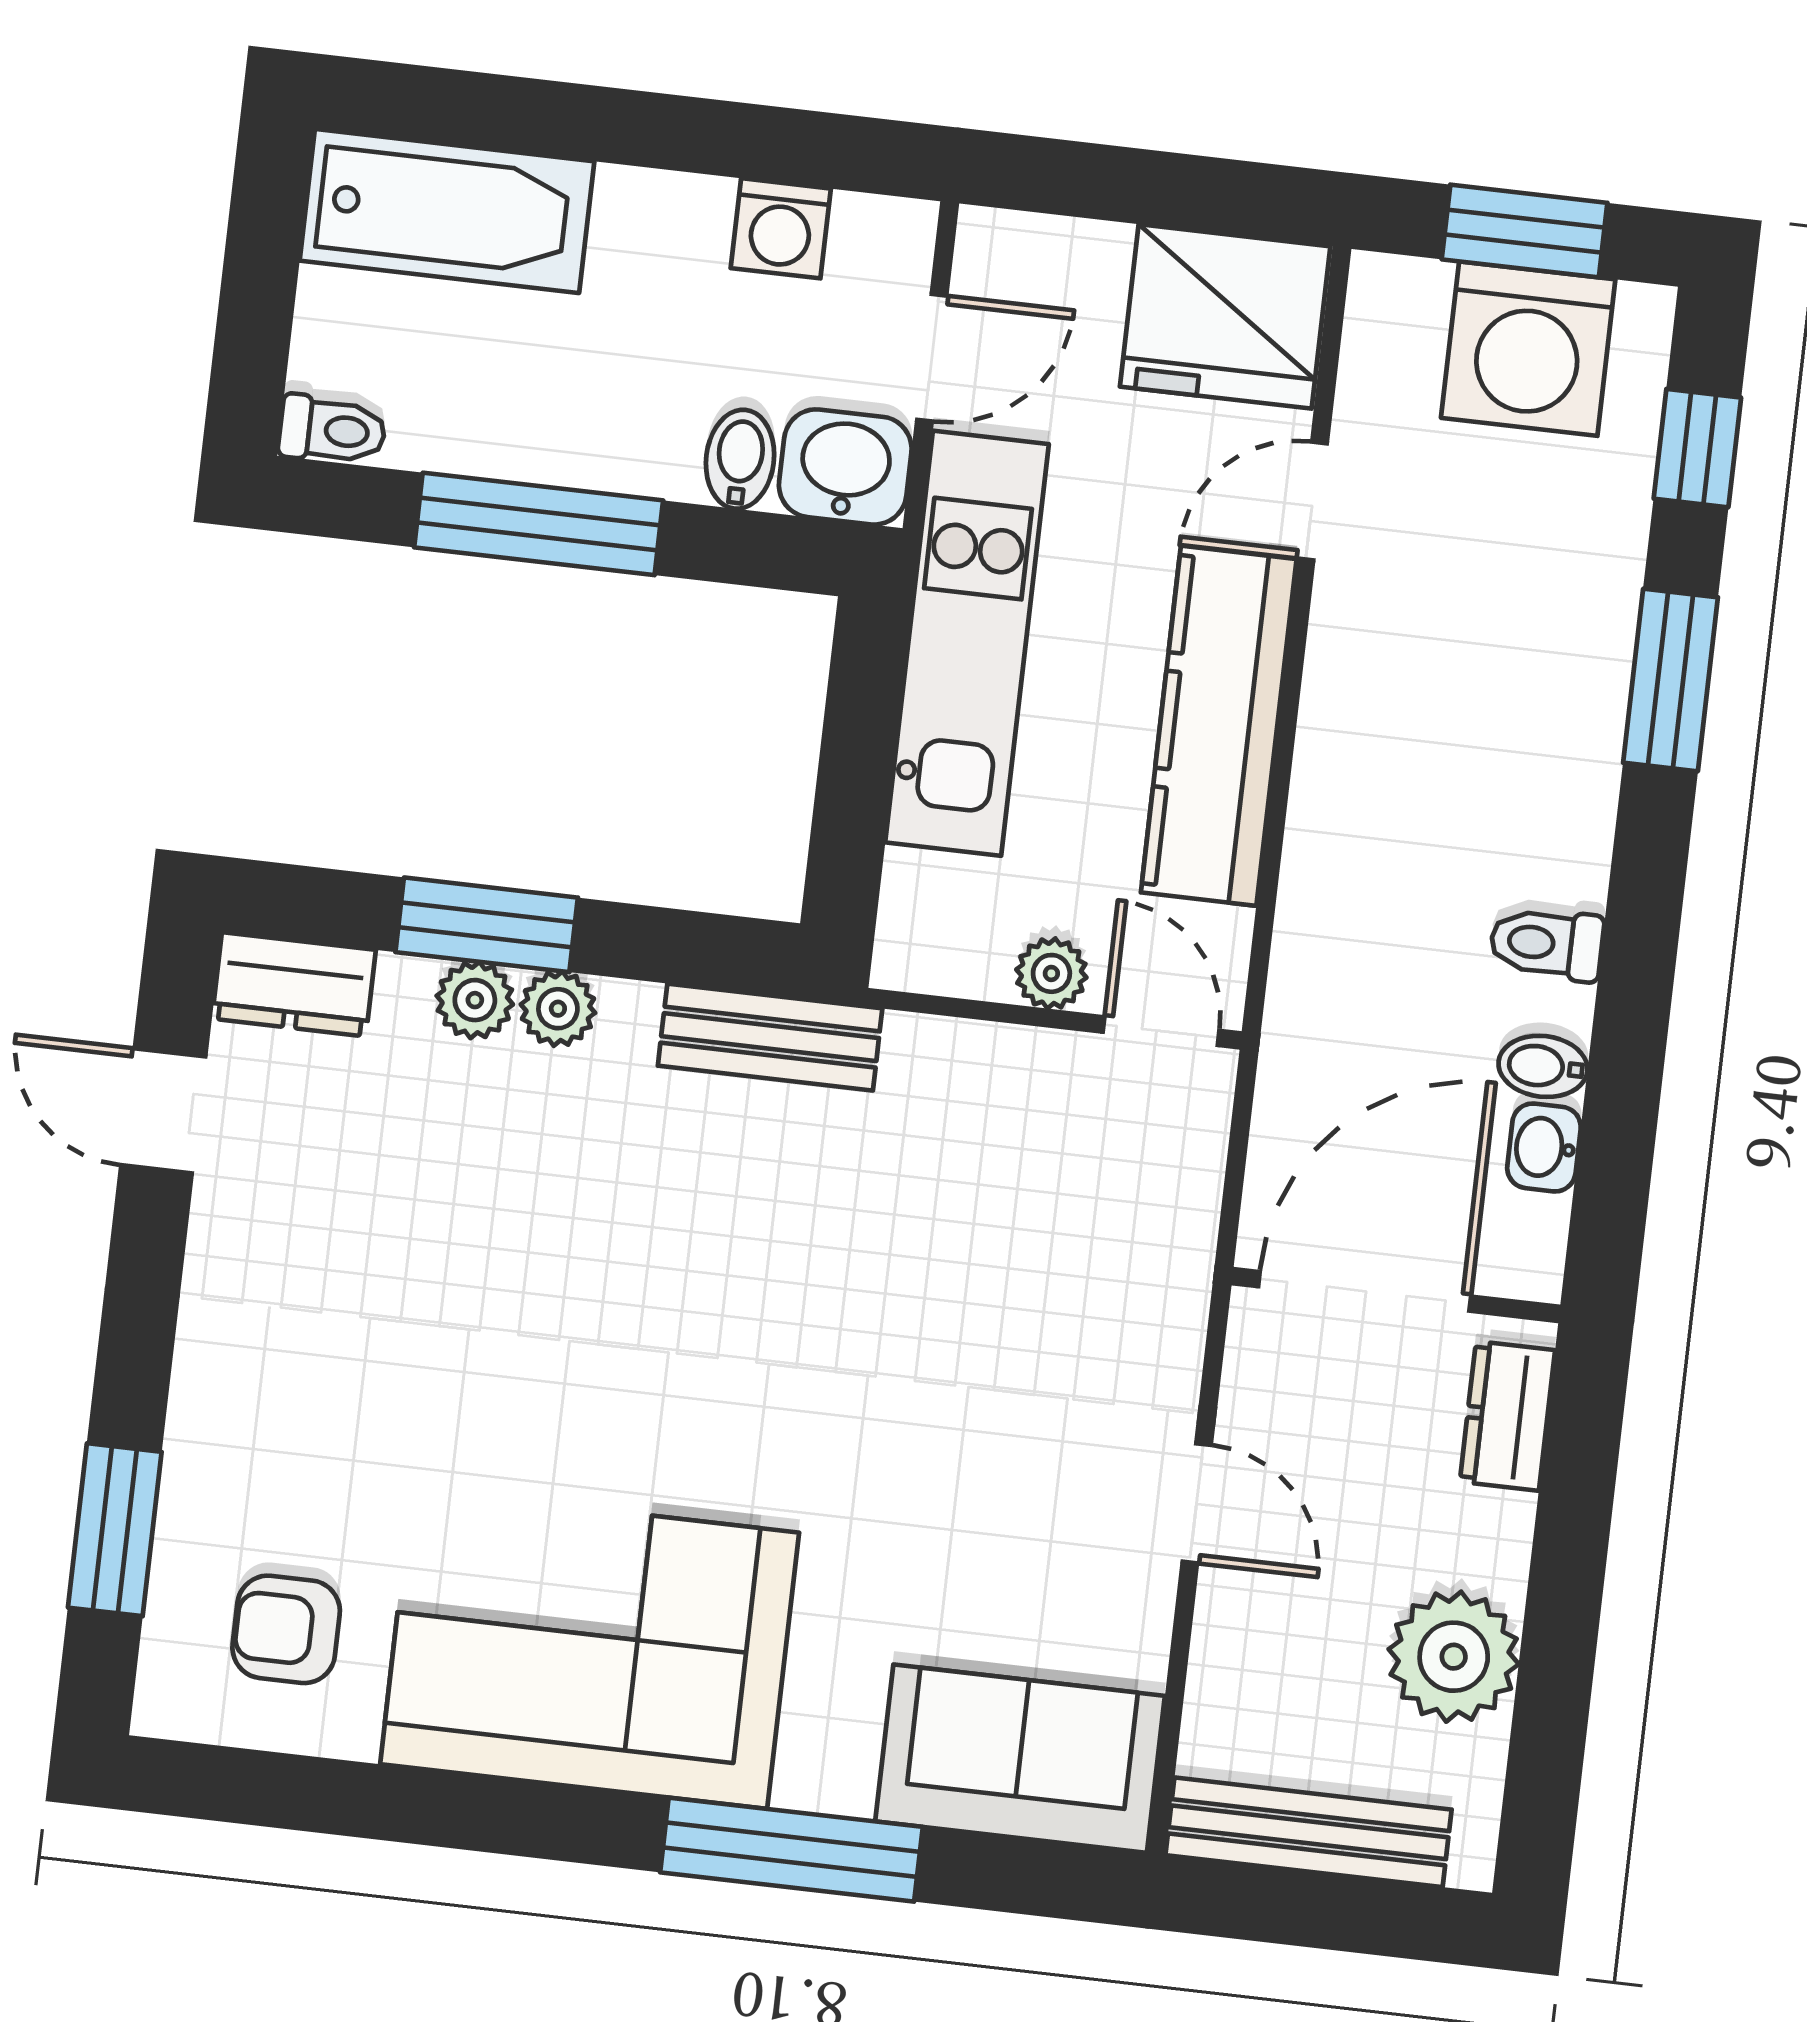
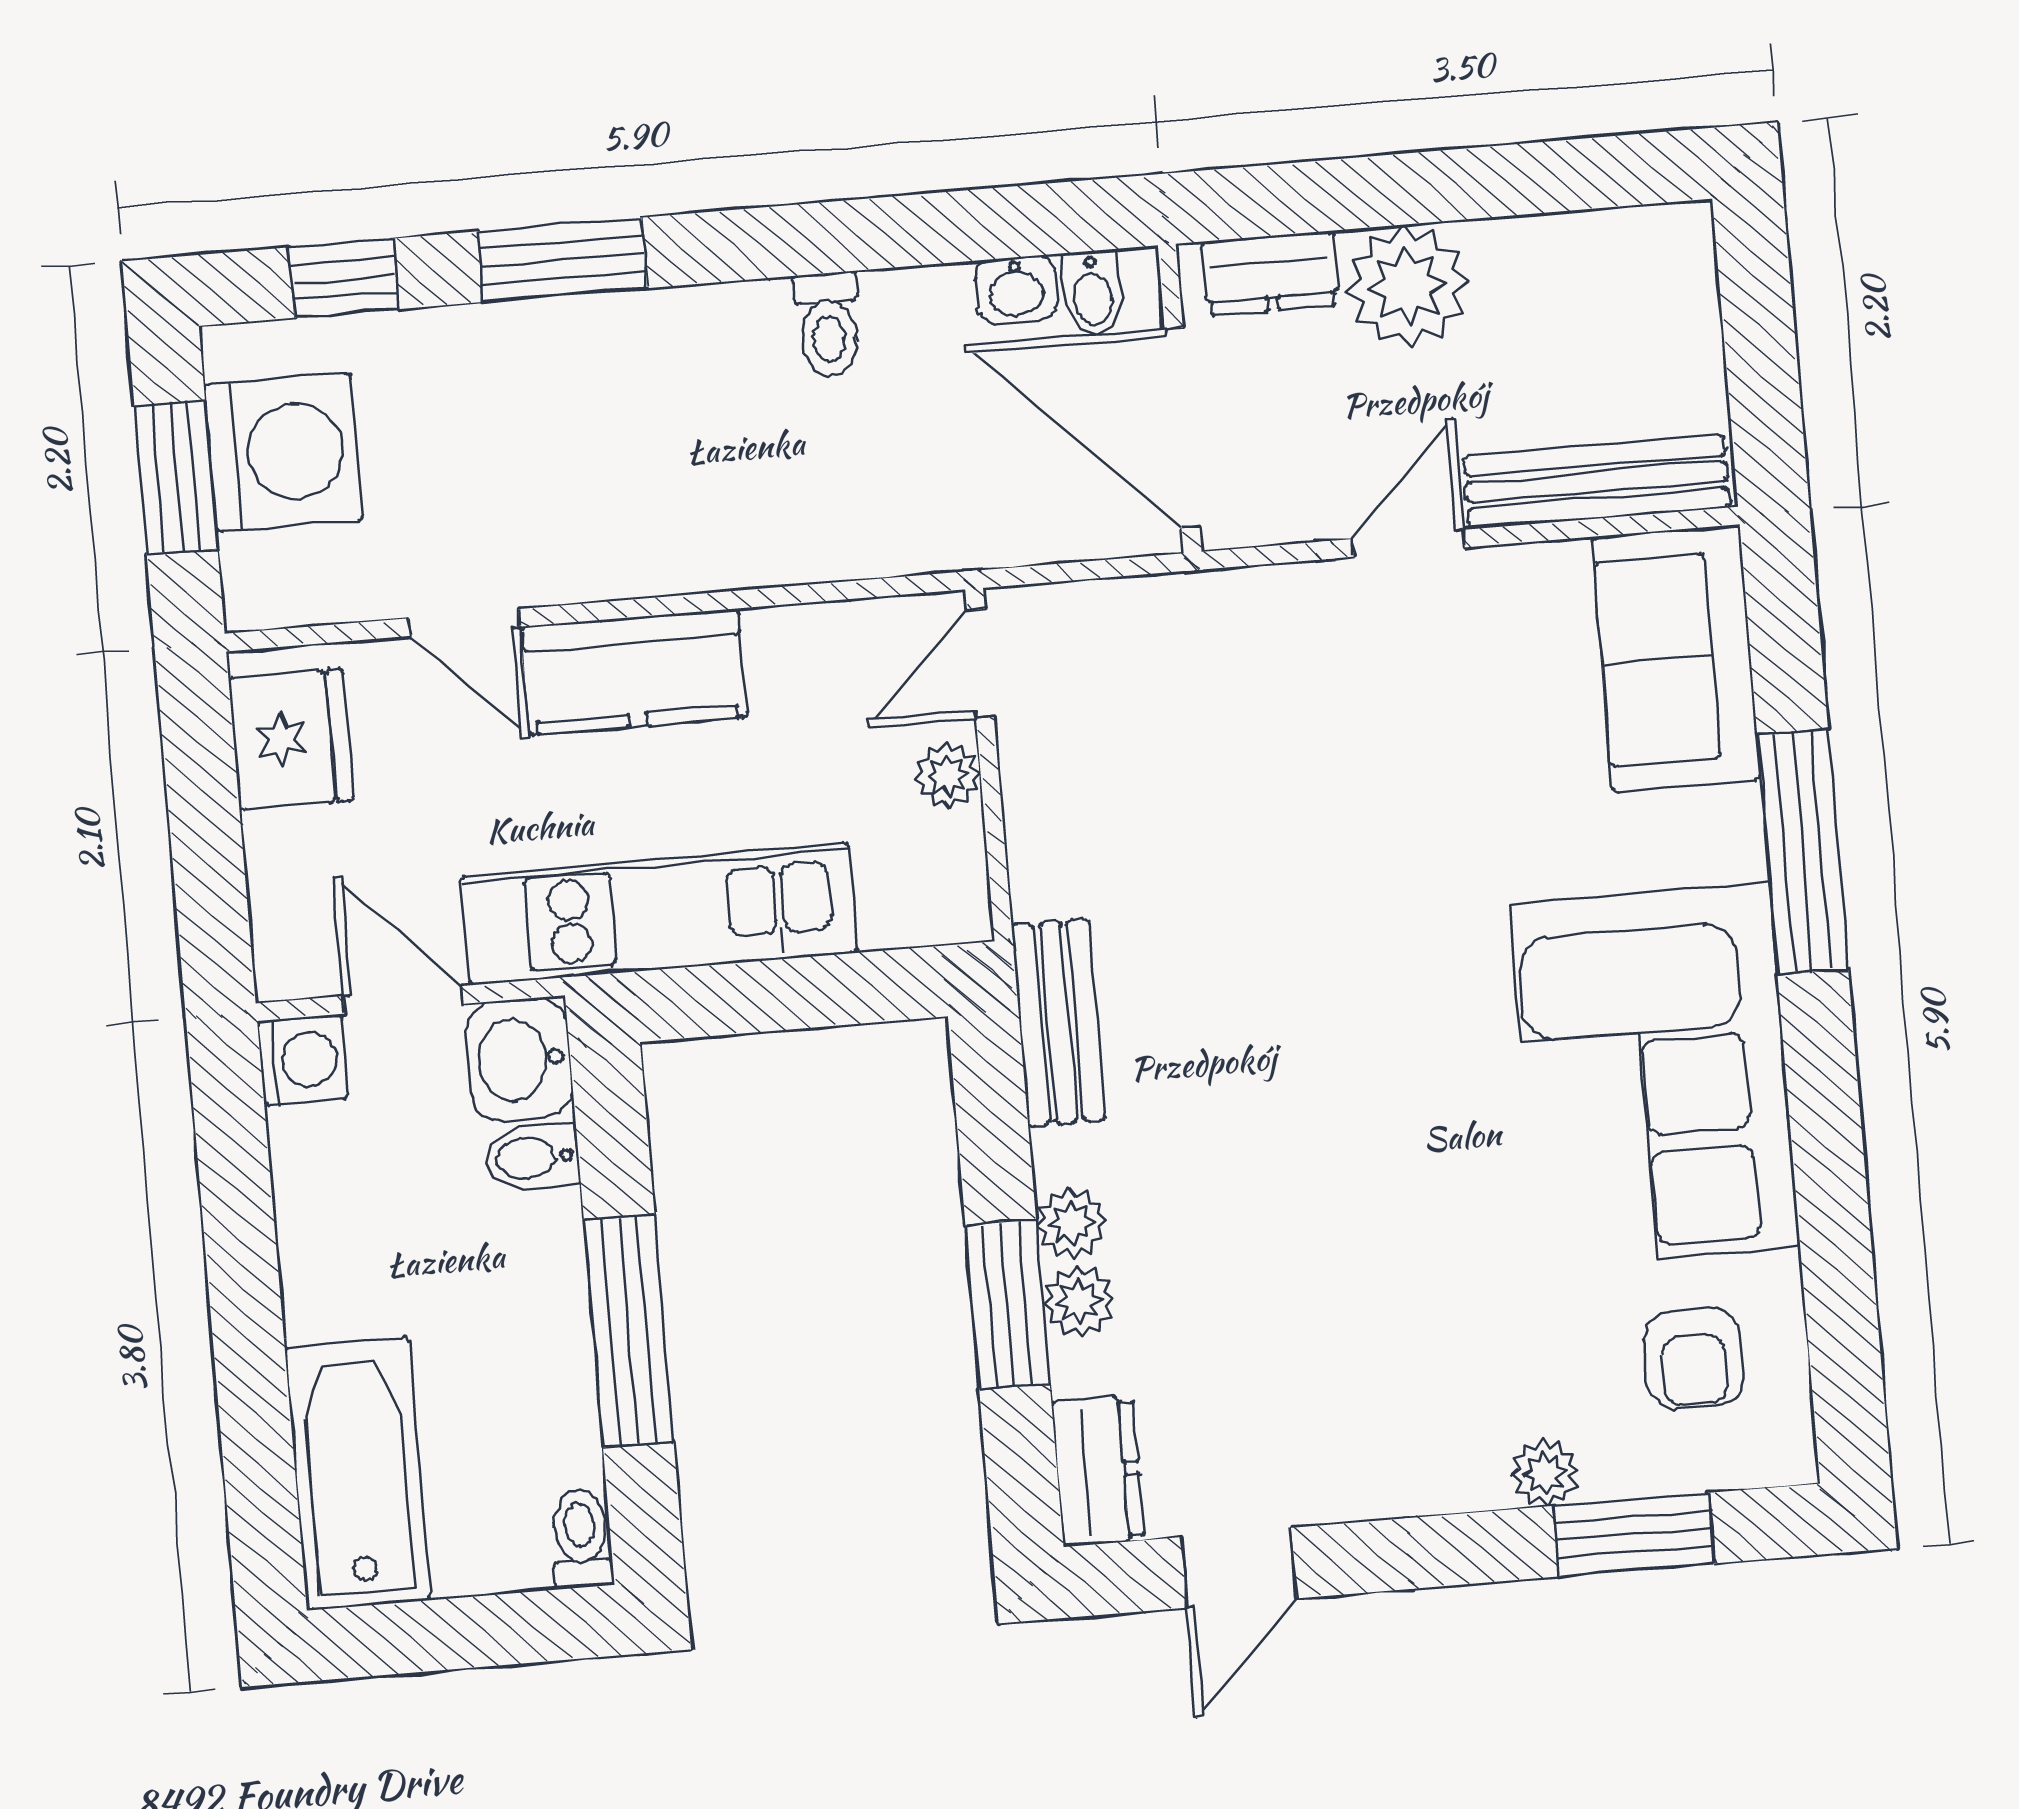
washing machine: (781, 228) -> (303, 1060), moved
fridge: (1225, 316) -> (291, 739), width x0.73, depth x0.75
kitchen counter: (1219, 726) -> (634, 672), width x0.67
bidet: (1543, 1066) -> (1092, 293), moved
plant: (198, 1450) -> (1545, 1473), added
plant: (1454, 1657) -> (1407, 286), moved
bench: (1309, 1832) -> (1597, 482), moved, turned 90

